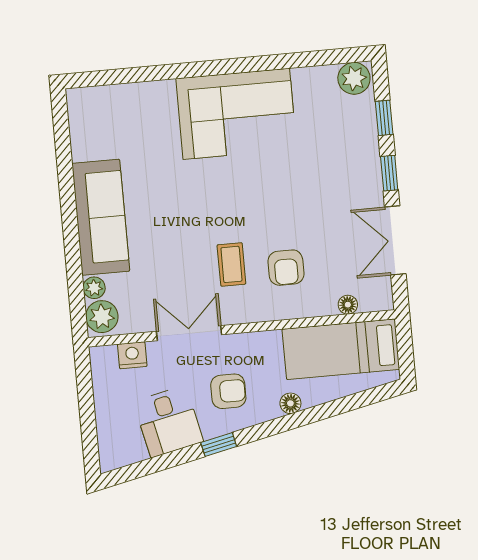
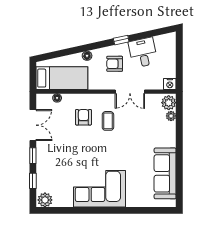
sofa: (101, 217) -> (165, 173), moved
nightstand: (132, 355) -> (170, 84), moved

